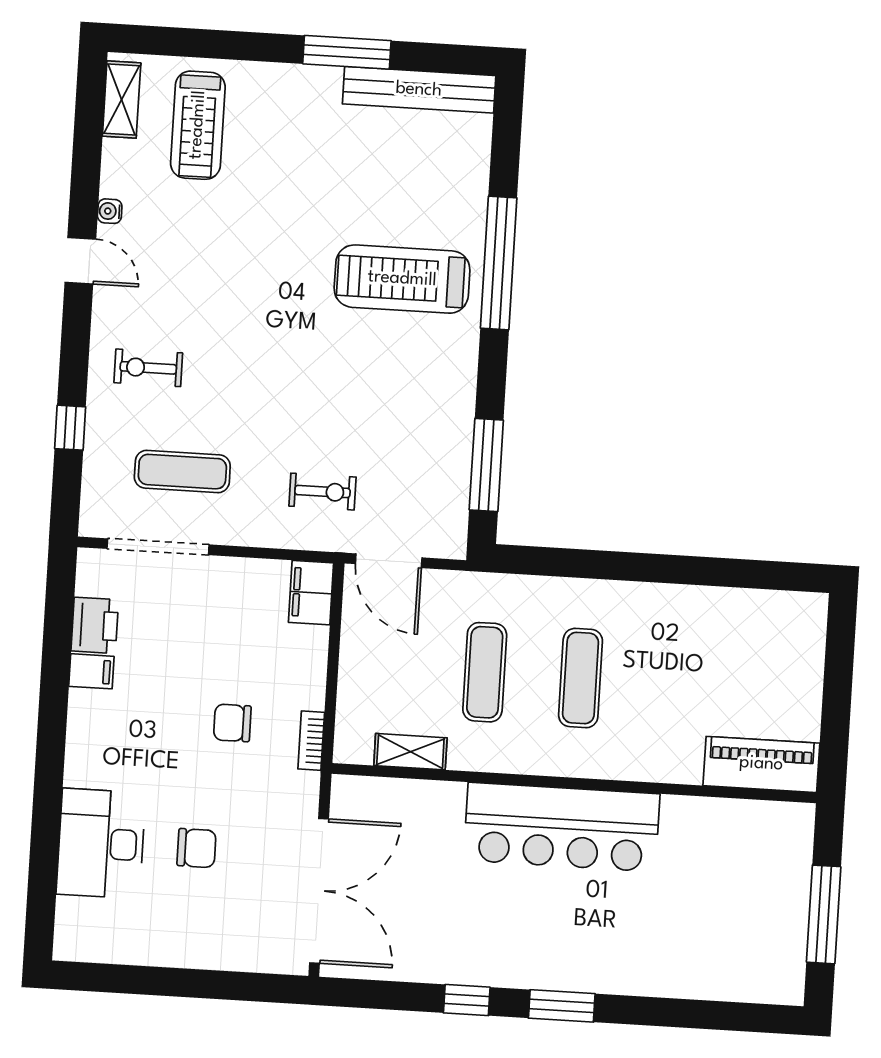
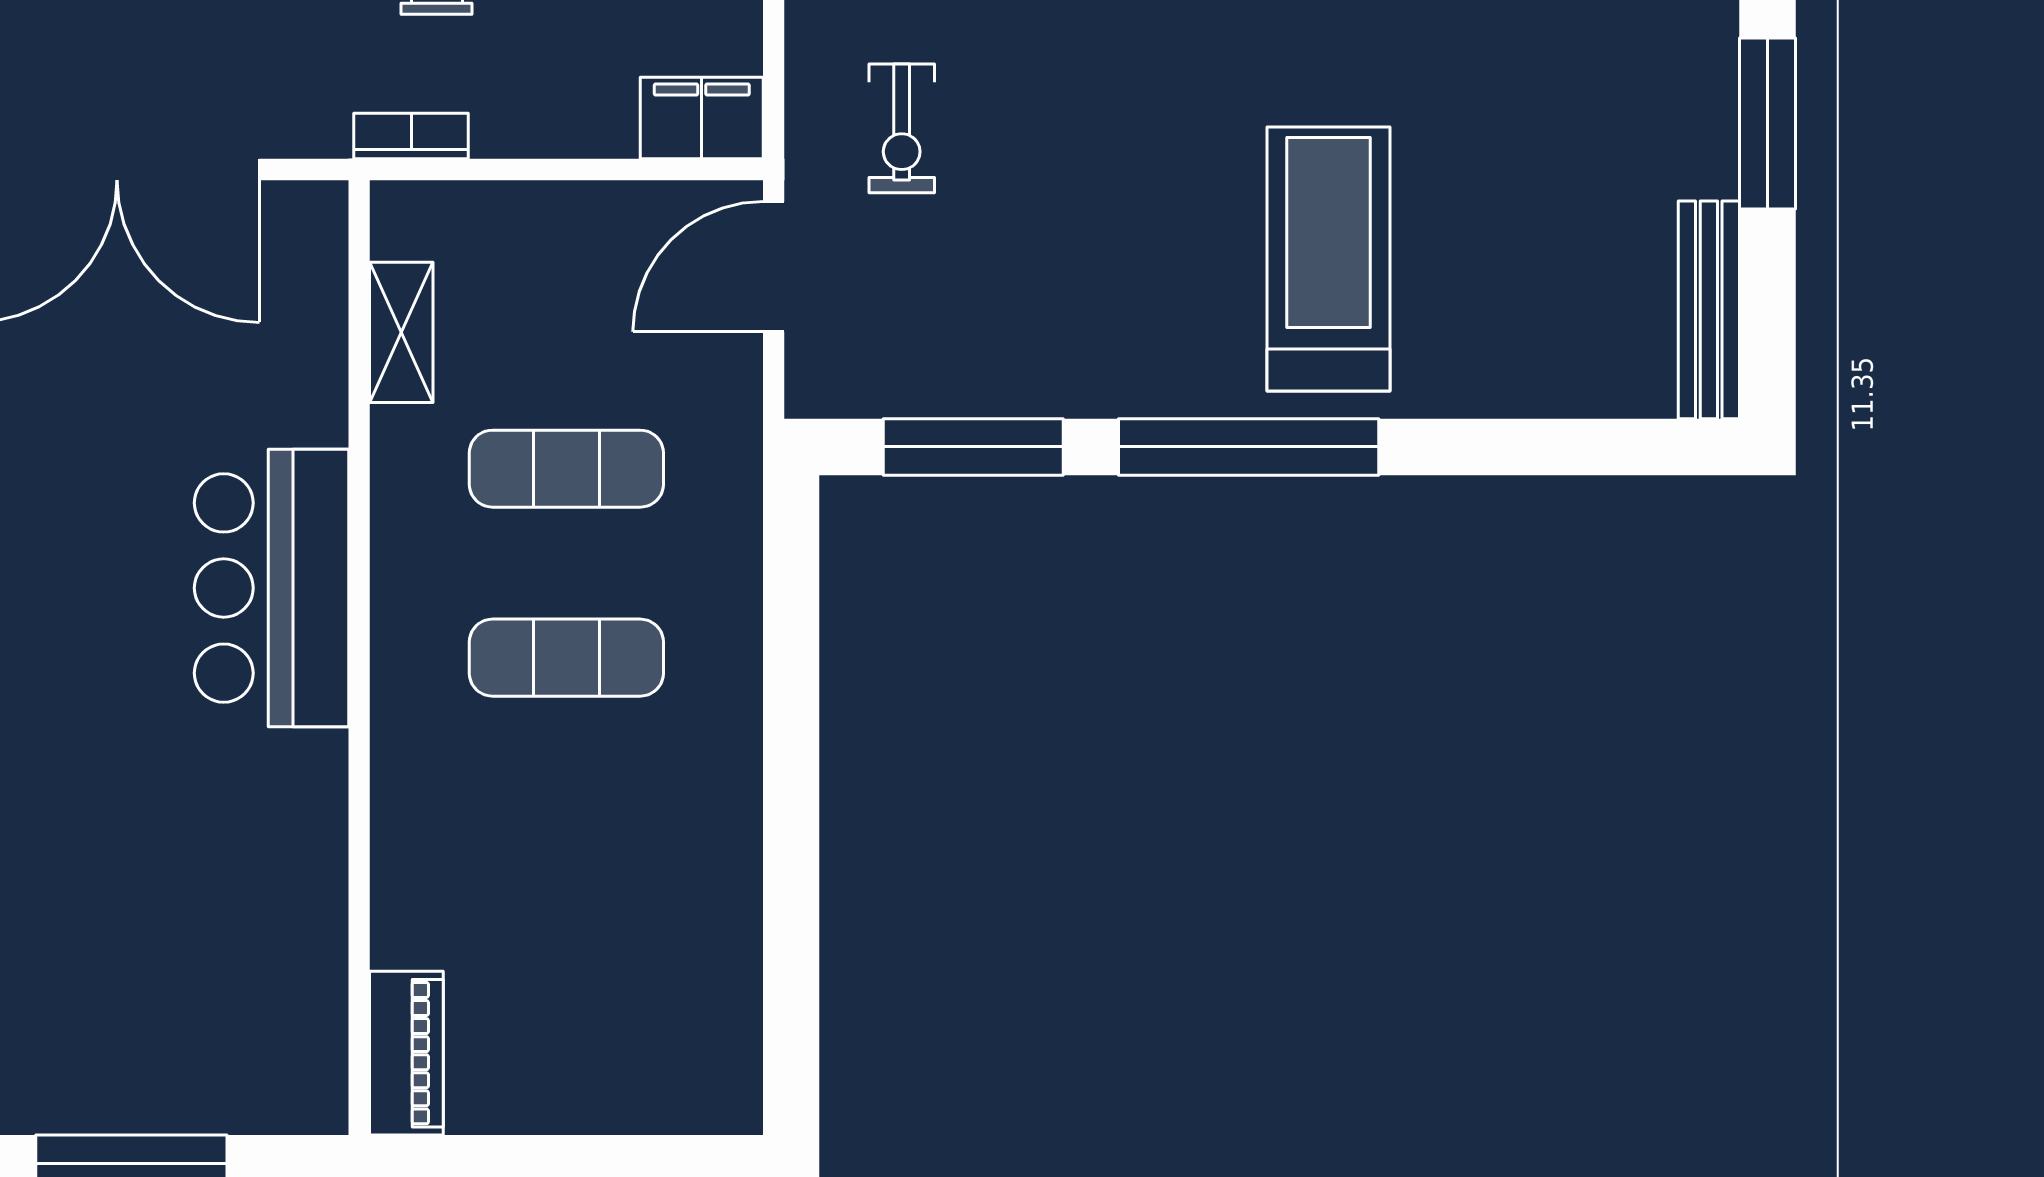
bench: (419, 90) -> (1709, 310), width x0.73, depth x0.82
window: (499, 263) -> (1249, 447), moved
piano: (761, 764) -> (406, 1053), width x0.73, depth x0.75
bar counter: (562, 827) -> (272, 588), width x0.73

